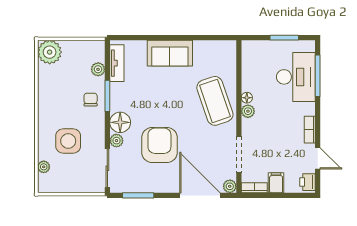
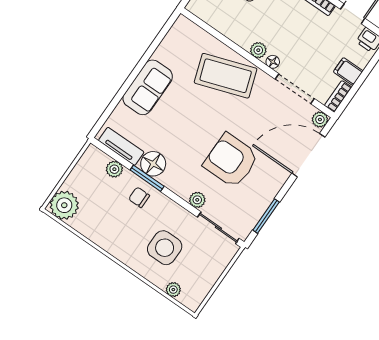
floor lamp: (247, 98) -> (273, 62), moved
floor lamp: (120, 122) -> (153, 164), moved

